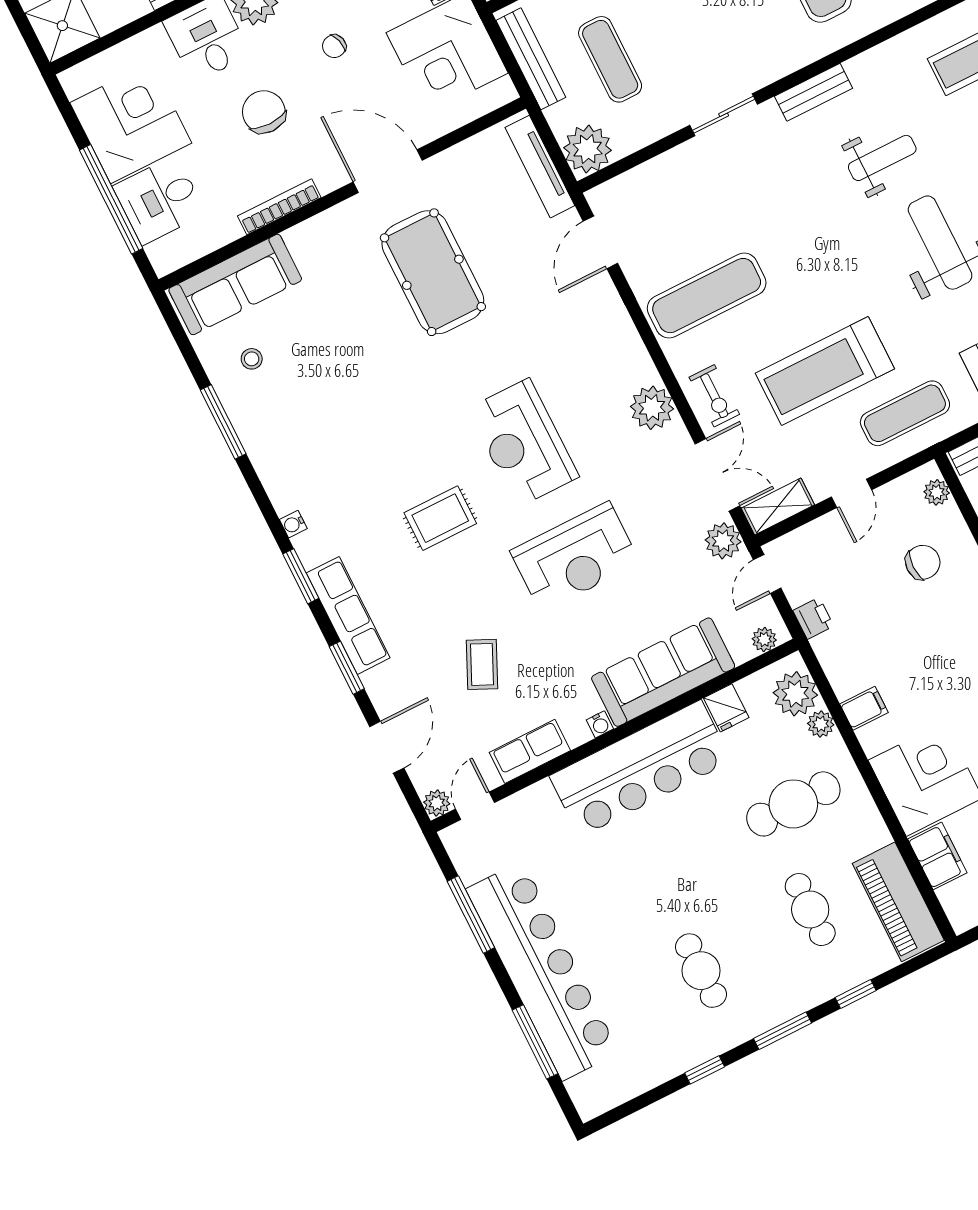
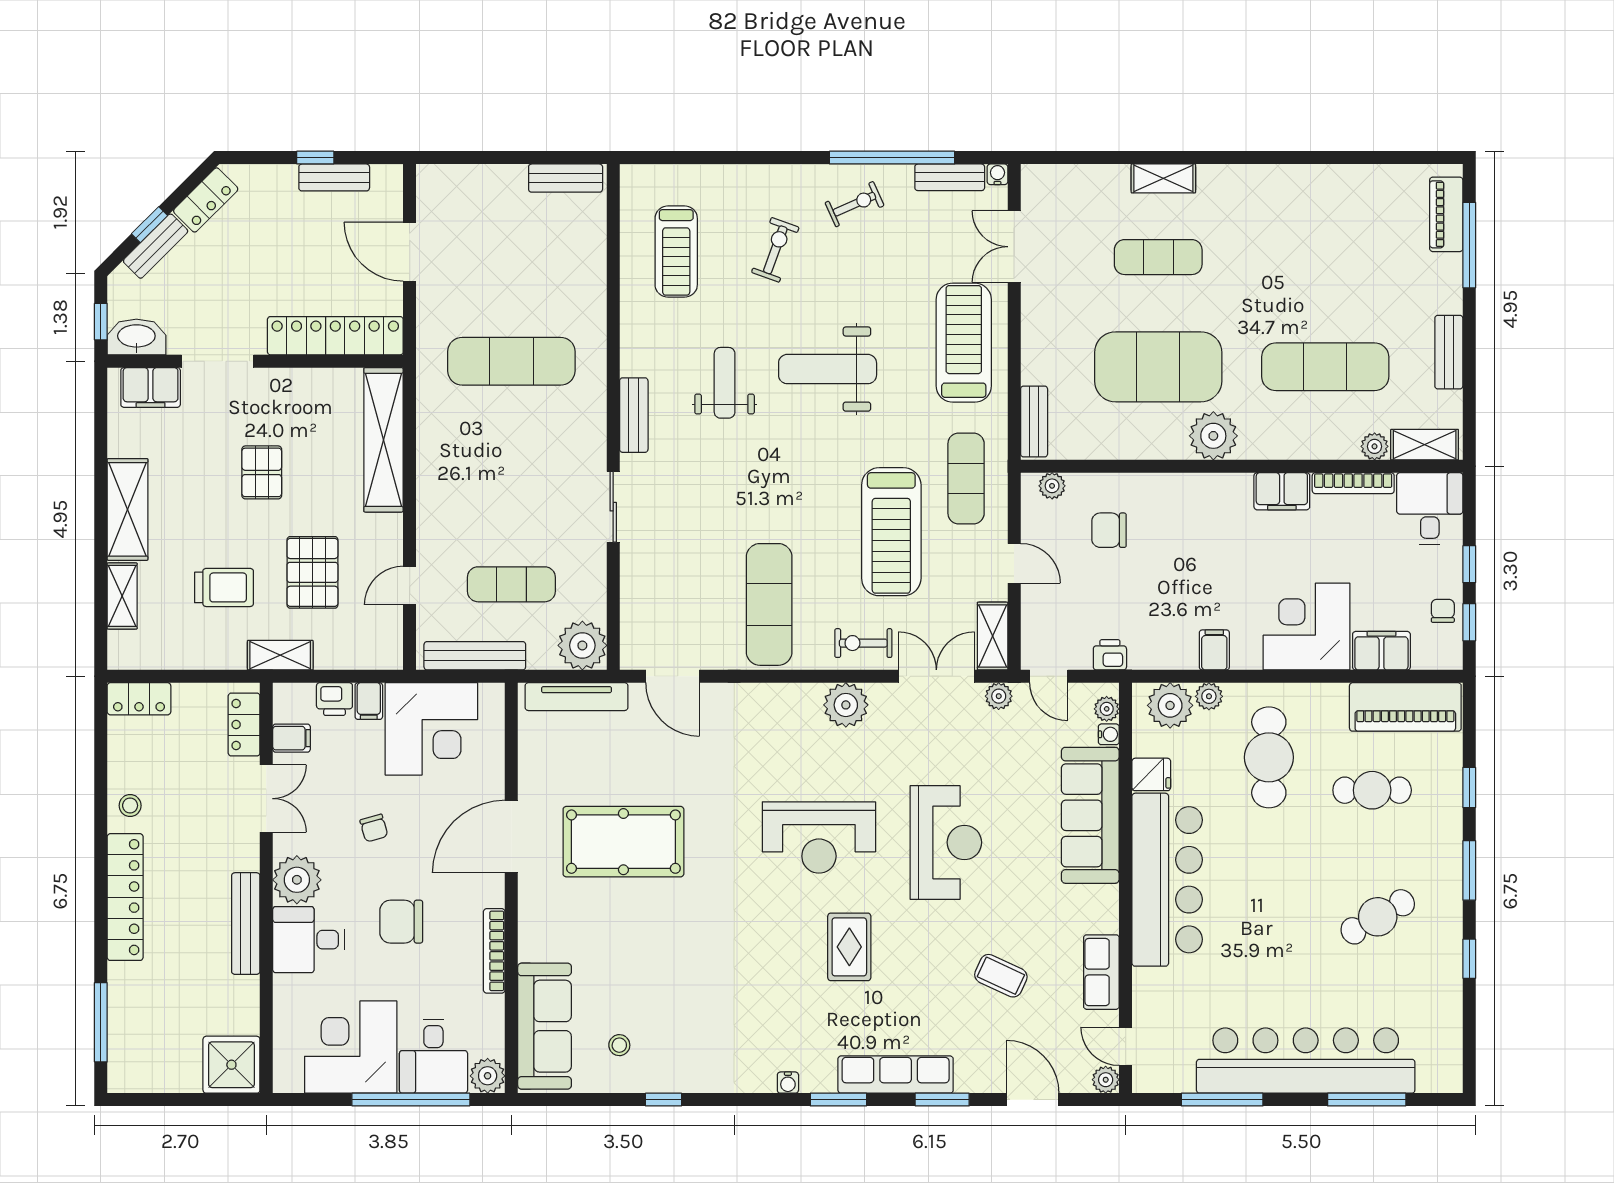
plant: (166, 256) -> (488, 1076), added
exercise bike: (714, 396) -> (863, 643), turned 180
window: (223, 422) -> (663, 1100), width x0.46
plant: (723, 541) -> (999, 696), width x0.73, depth x0.73
chair: (923, 562) -> (1109, 530), turned -90
water cooler: (600, 724) -> (1109, 734), moved
cafe table: (701, 971) -> (1378, 917), turned -30

